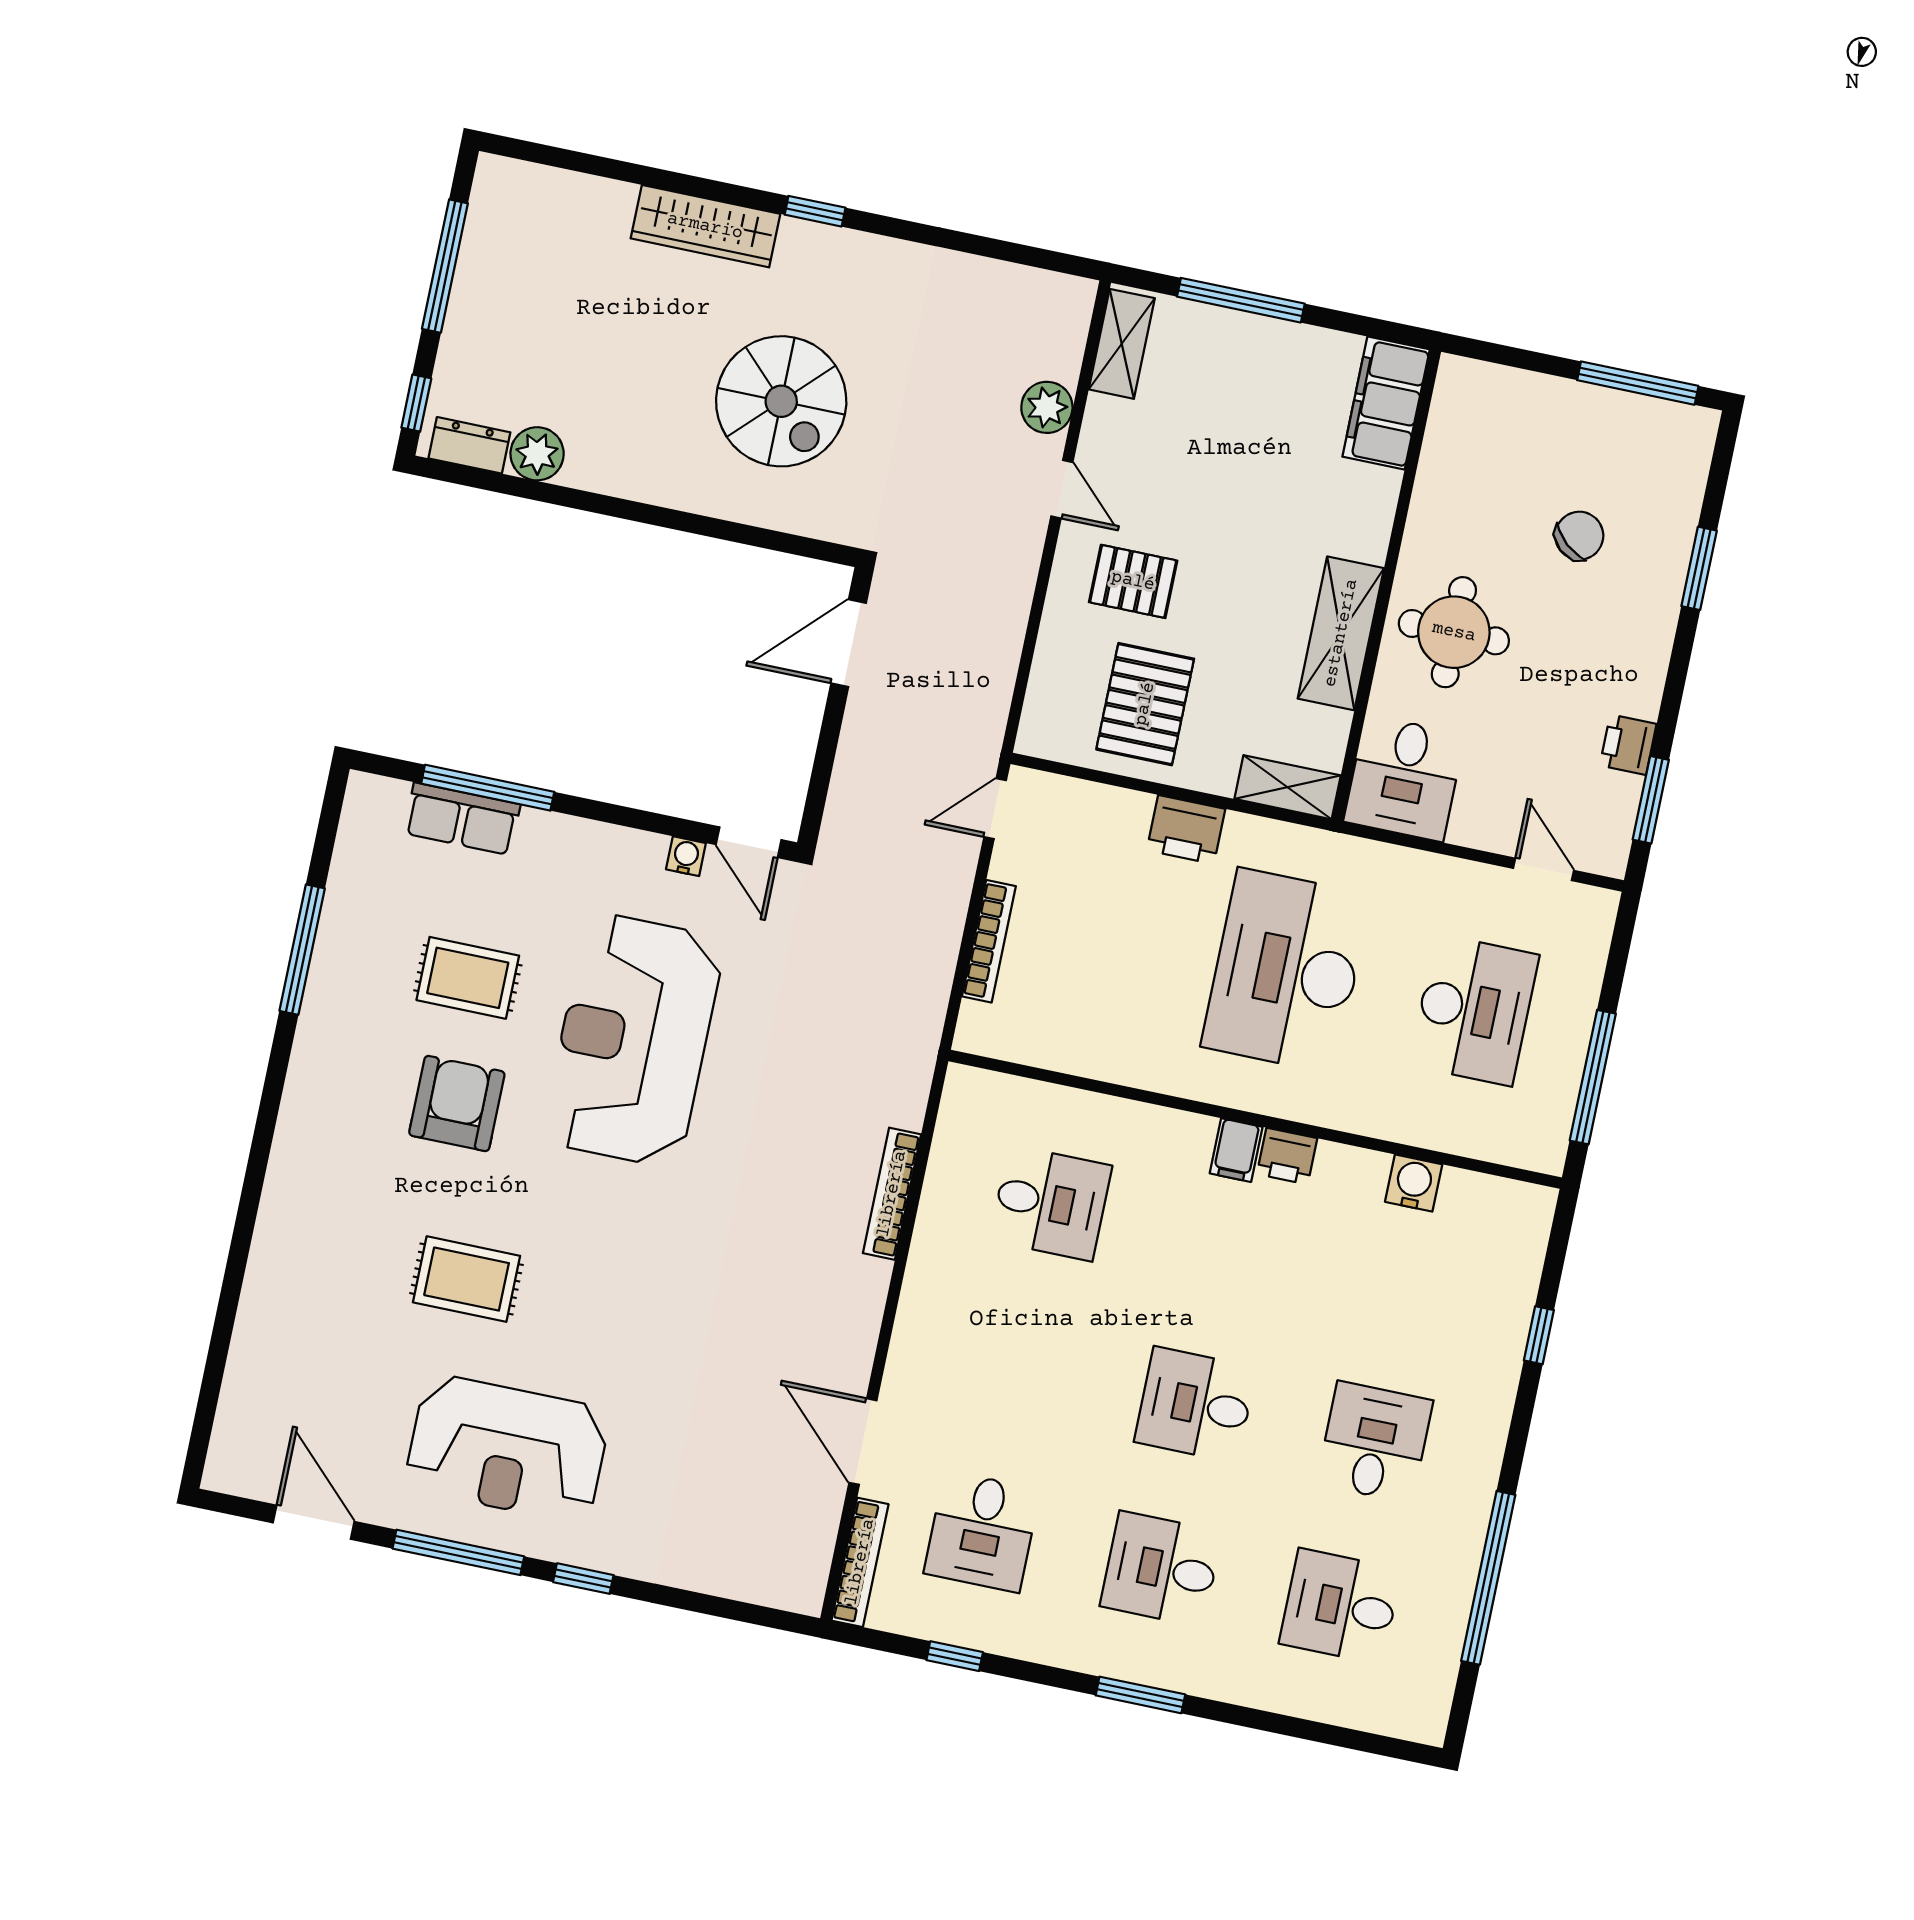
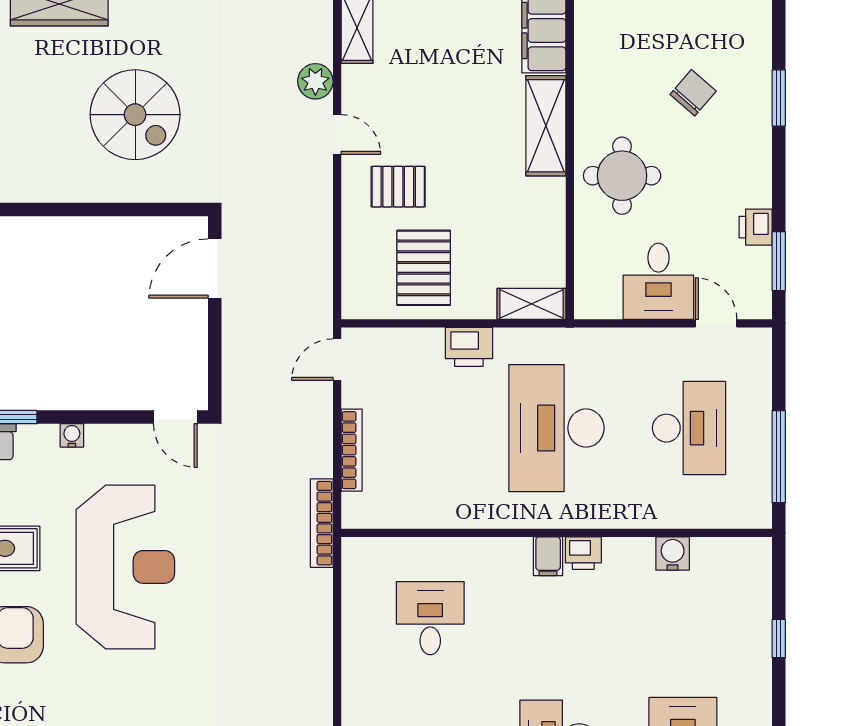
shelving: (1341, 633) -> (546, 126), moved
desk: (1404, 778) -> (658, 281), moved
water cooler: (686, 856) -> (72, 435), moved
reception desk: (633, 1040) -> (125, 567), turned 180
bookcase: (892, 1194) -> (322, 523), moved
desk: (1051, 1203) -> (430, 618), turned -90

